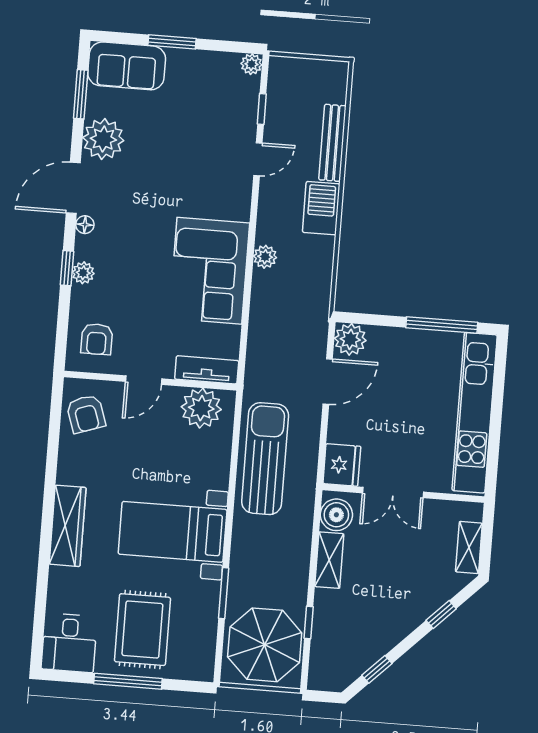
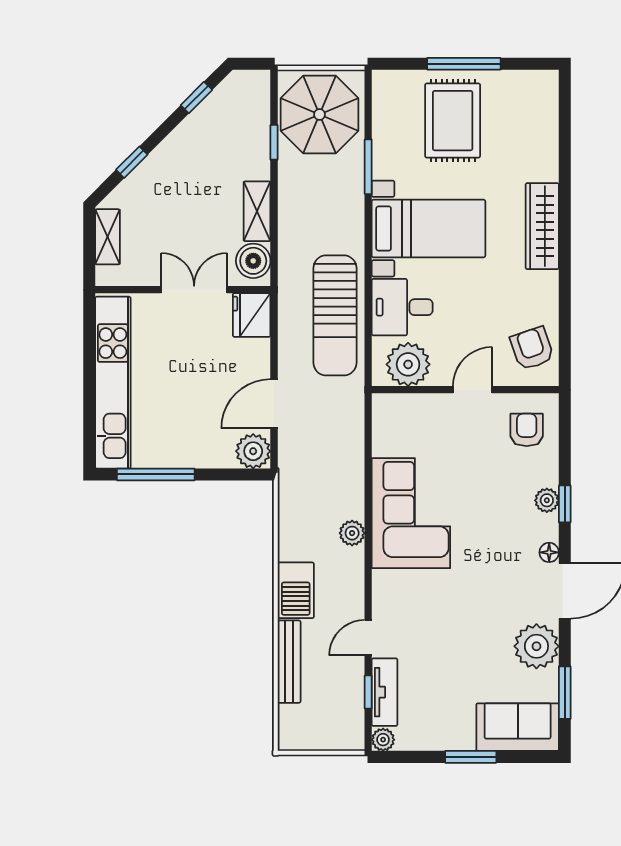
tv unit: (207, 370) -> (385, 692), moved, turned -90
desk: (69, 643) -> (402, 307), moved, turned -90

